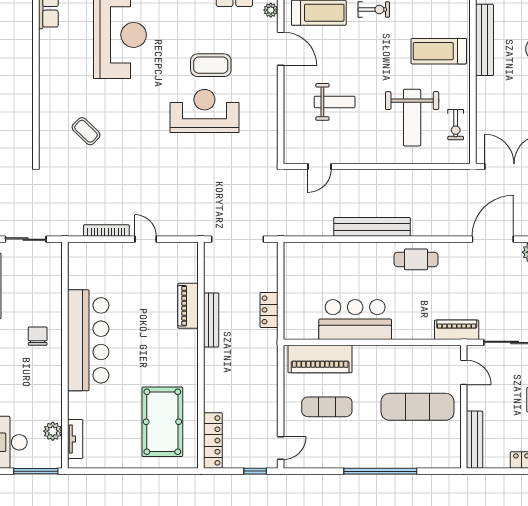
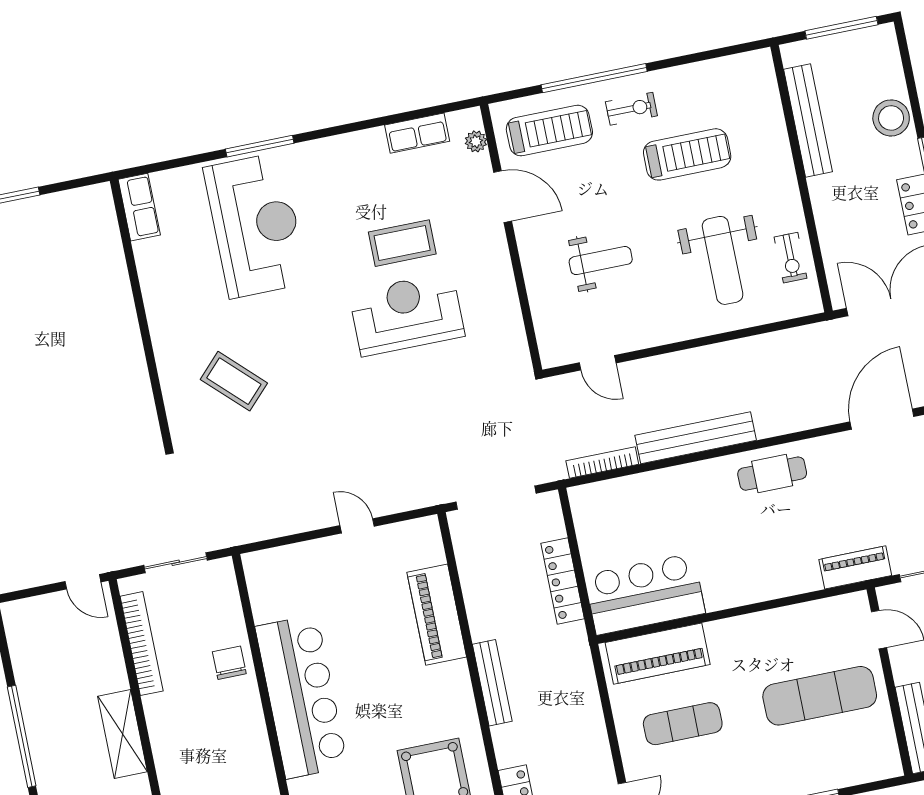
treadmill: (439, 51) -> (687, 154), moved, turned 180
coffee table: (86, 131) -> (234, 381), width x1.36, depth x1.30
door: (319, 167) -> (598, 363), hinge flipped
bookcase: (106, 230) -> (602, 463), moved
piano: (188, 306) -> (437, 615), width x1.37, depth x1.33
locker: (269, 310) -> (563, 581), width x1.53
bench: (211, 320) -> (492, 683), moved
bar counter: (355, 320) -> (645, 594), moved
chair: (38, 336) -> (229, 663), moved

